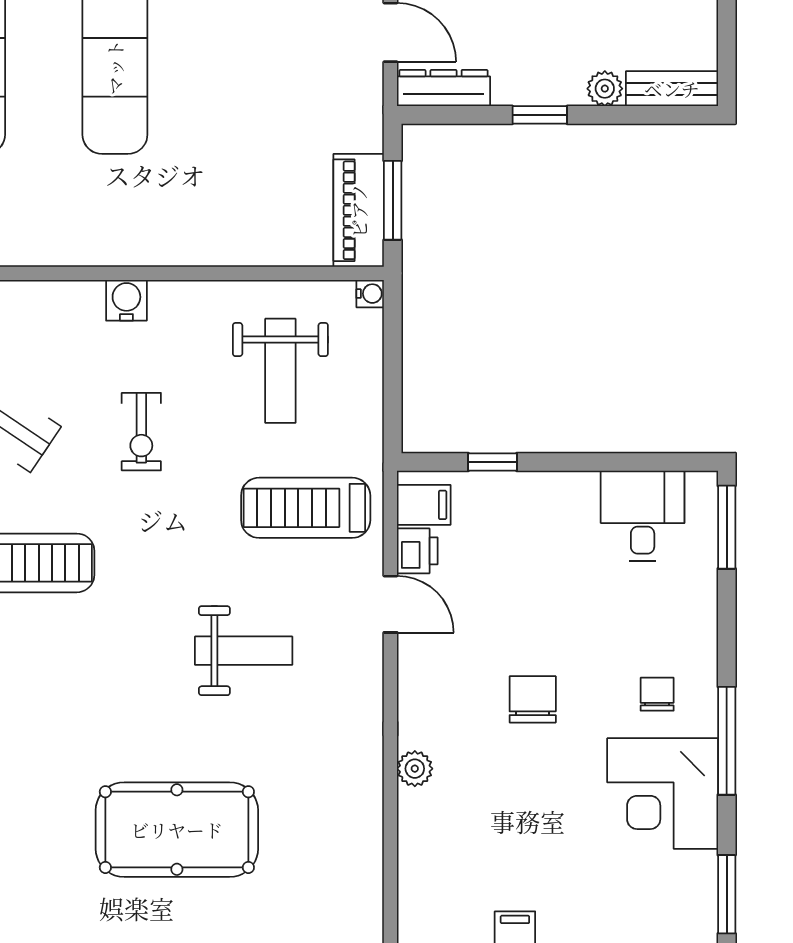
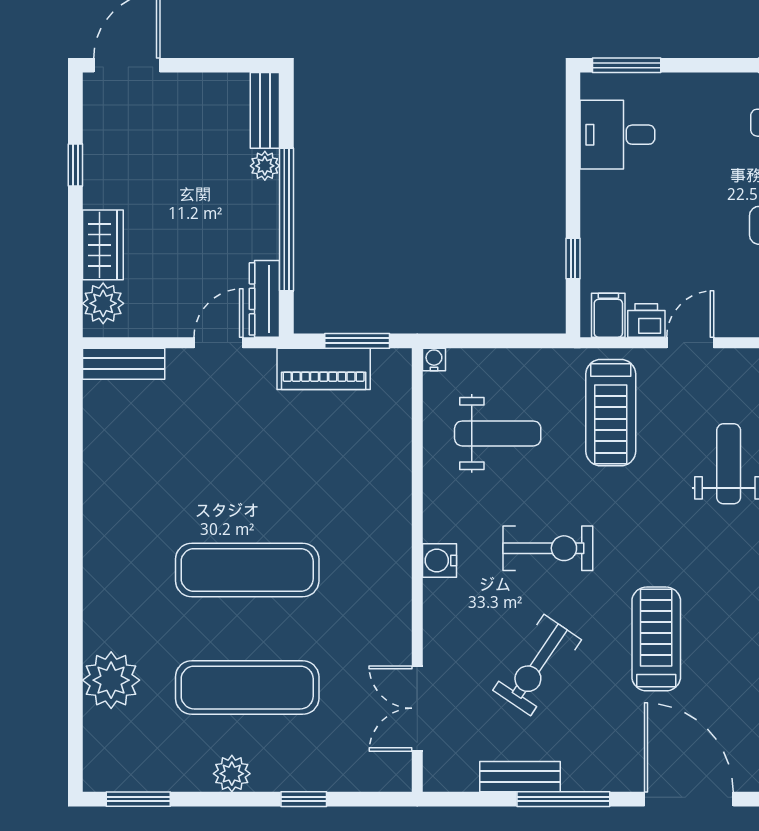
window: (540, 115) -> (287, 220), width x3.17
piano: (359, 210) -> (324, 369), moved
exercise bike: (141, 432) -> (548, 548), width x1.38, depth x1.39

